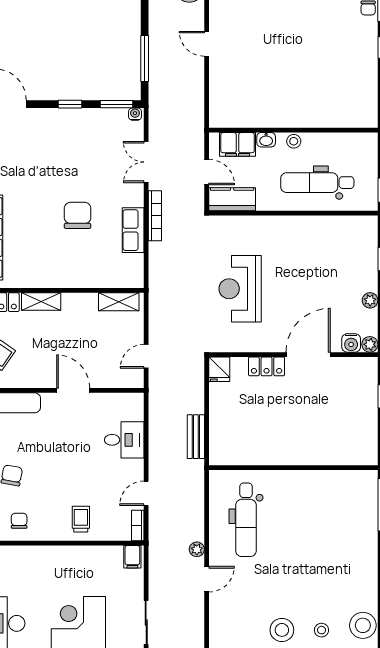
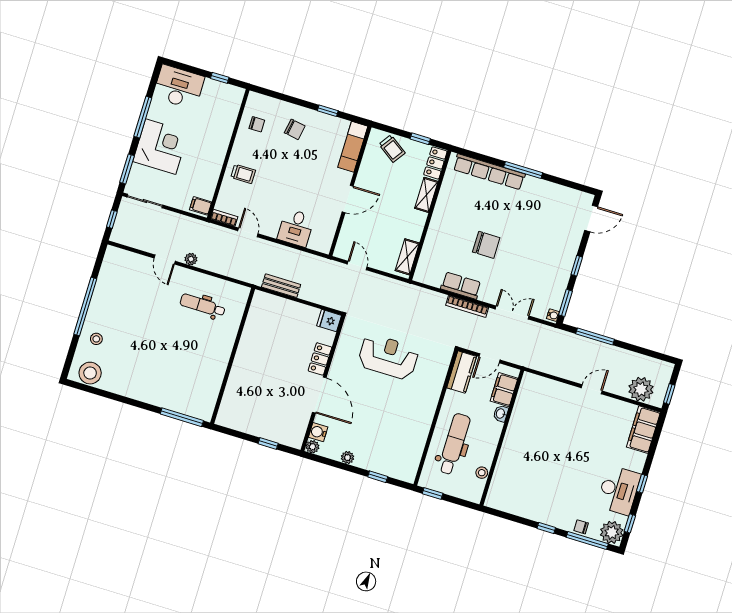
stool: (294, 141) -> (482, 473), moved
dental chair: (246, 520) -> (203, 305), width x0.73, depth x0.72
stool: (282, 630) -> (106, 307), removed

